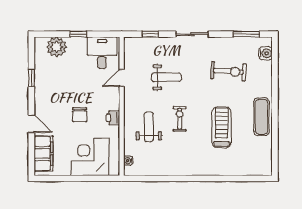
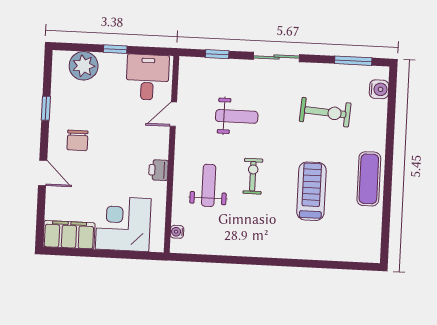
chair: (80, 115) -> (77, 140), moved
filing cabinet: (44, 154) -> (69, 235), moved, turned -90

